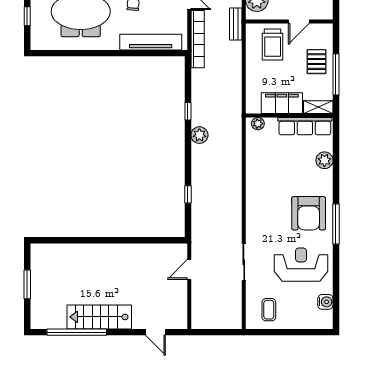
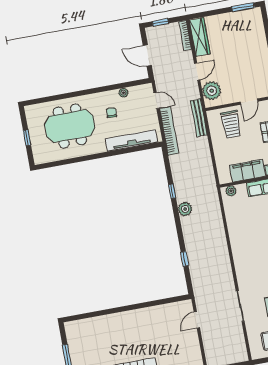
bench: (236, 24) -> (199, 118), width x1.36

